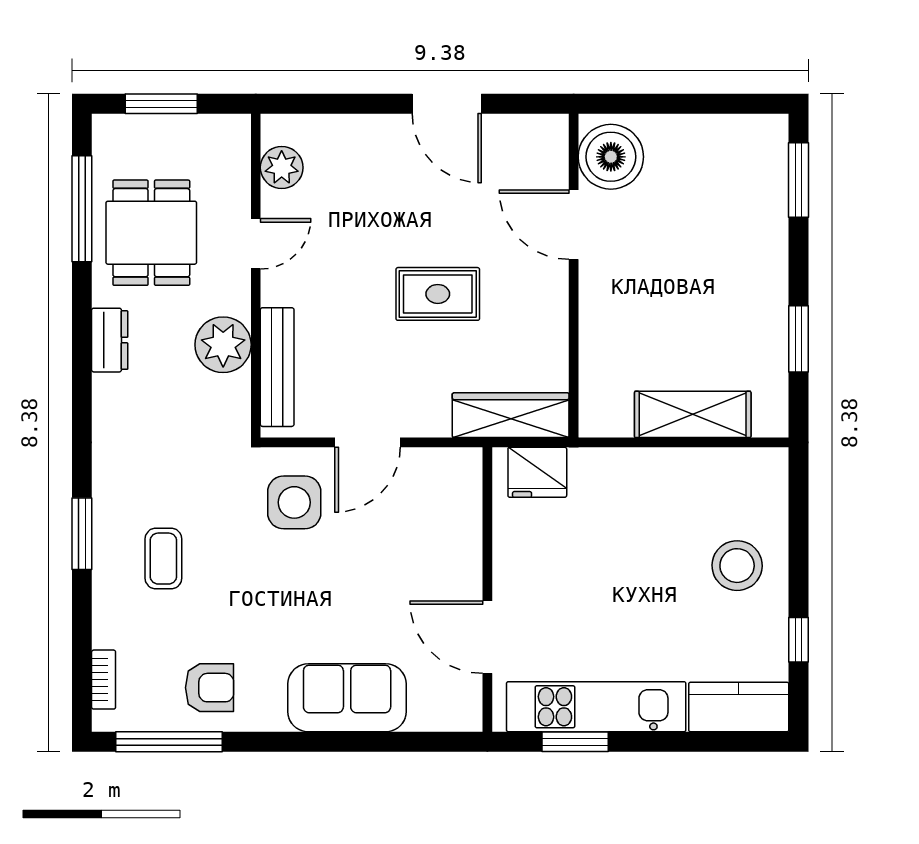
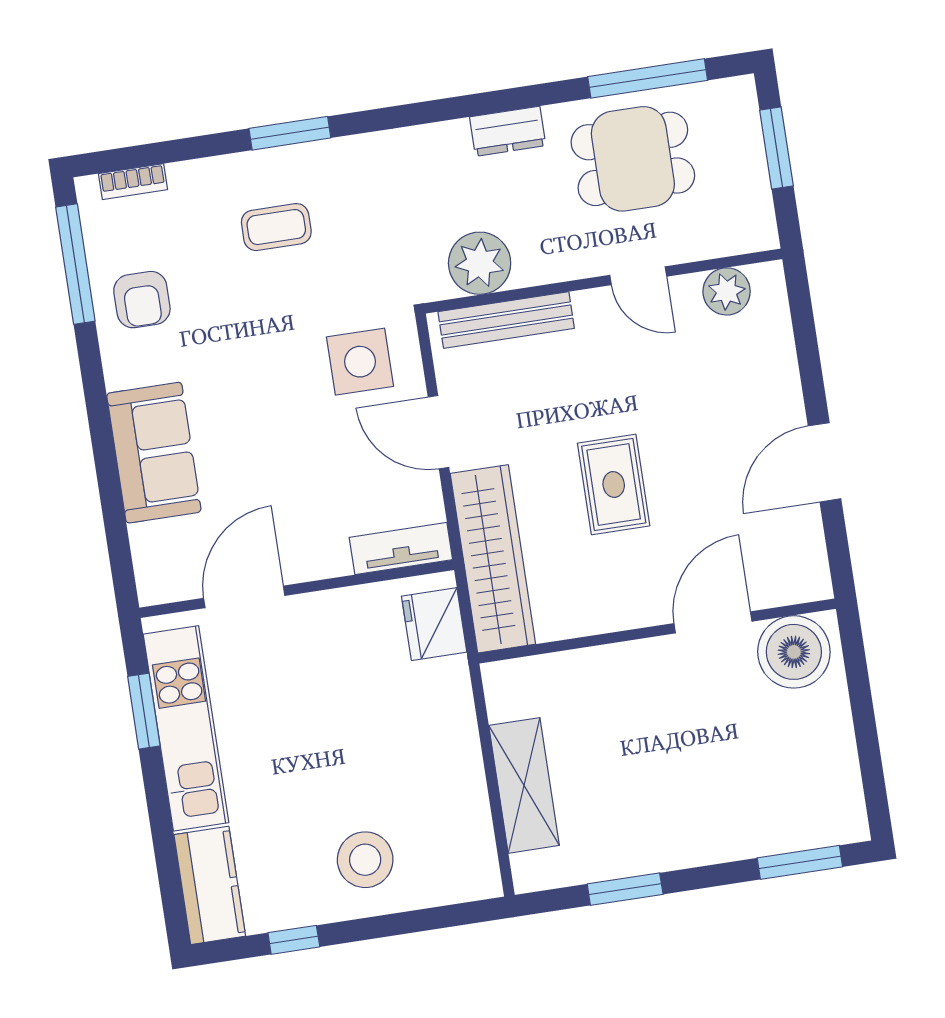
plant: (223, 345) -> (480, 263), moved
wardrobe: (511, 415) -> (493, 559), width x1.40, depth x1.17
tv unit: (466, 492) -> (401, 548), added

